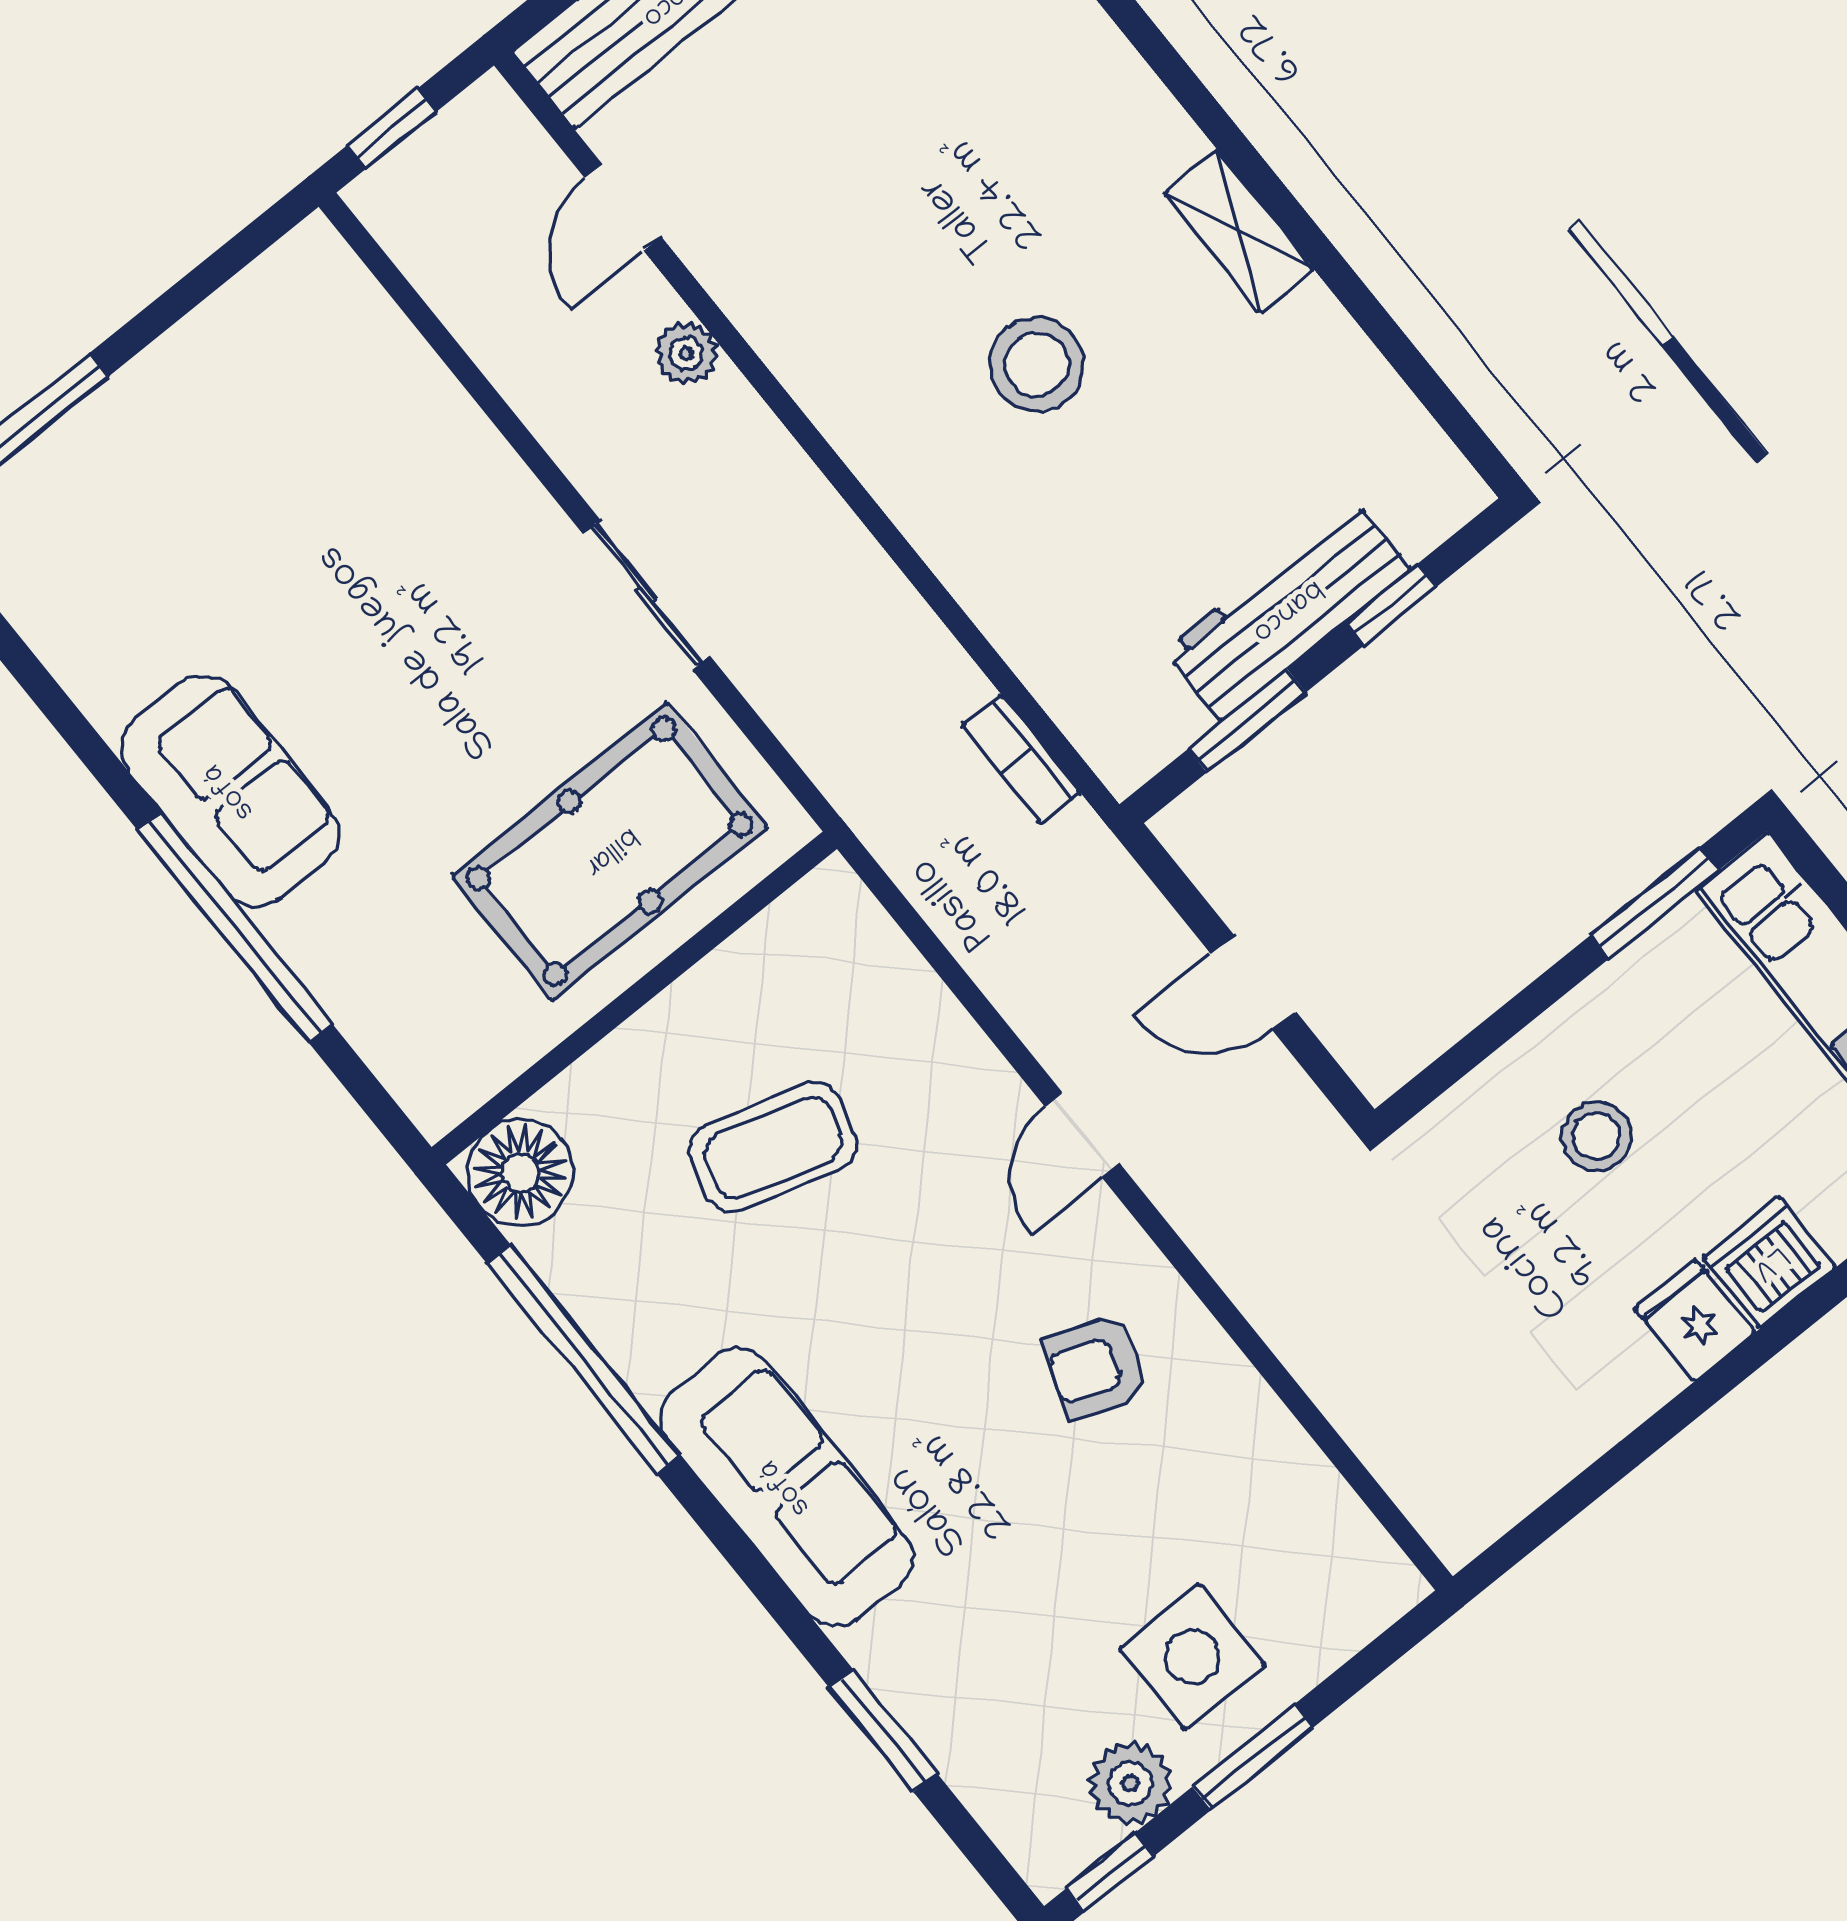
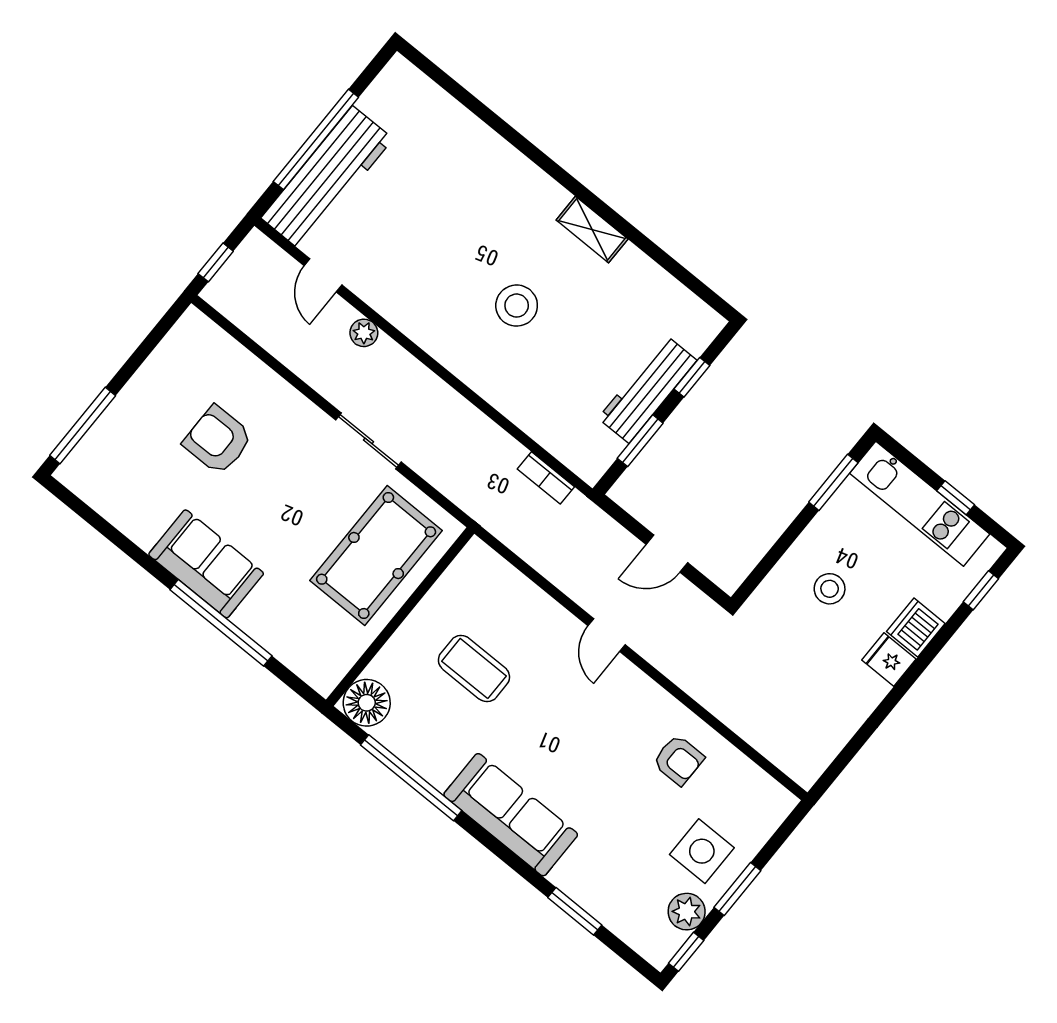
armchair: (313, 522) -> (218, 440), added
coffee table: (773, 1147) -> (474, 669), turned 74
armchair: (1096, 1367) -> (678, 760), moved, turned -111

